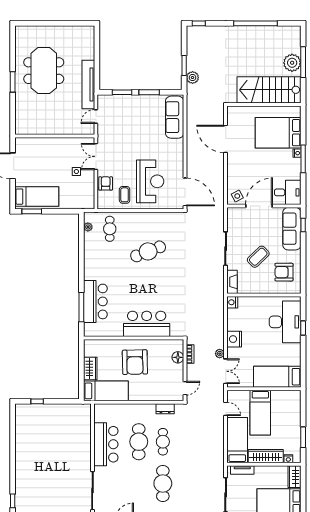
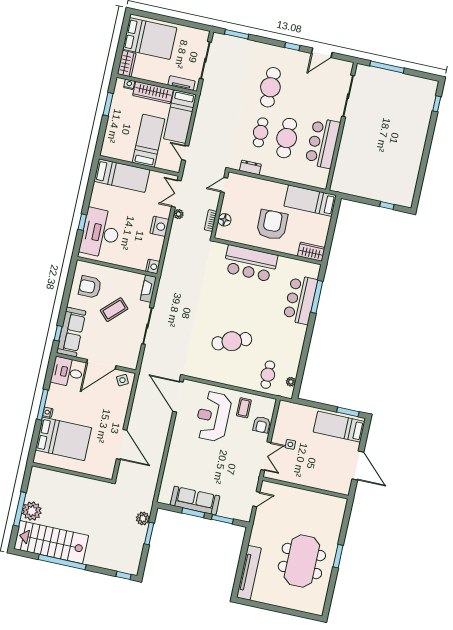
tv unit: (88, 85) -> (249, 573), moved
stairs: (269, 90) -> (51, 542), moved, turned 180
sofa: (175, 117) -> (195, 501), moved, turned -90
armchair: (284, 272) -> (90, 287), turned 180
wardrobe: (90, 369) -> (311, 252), moved, turned 90

